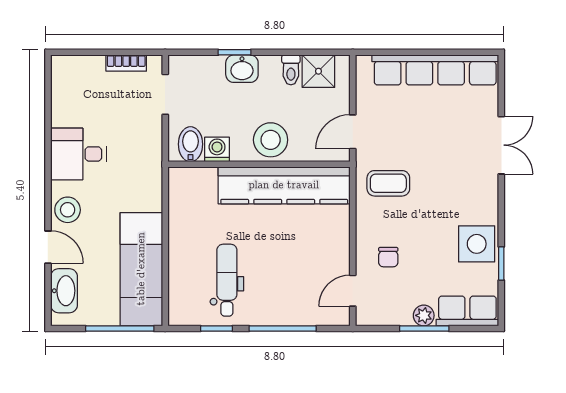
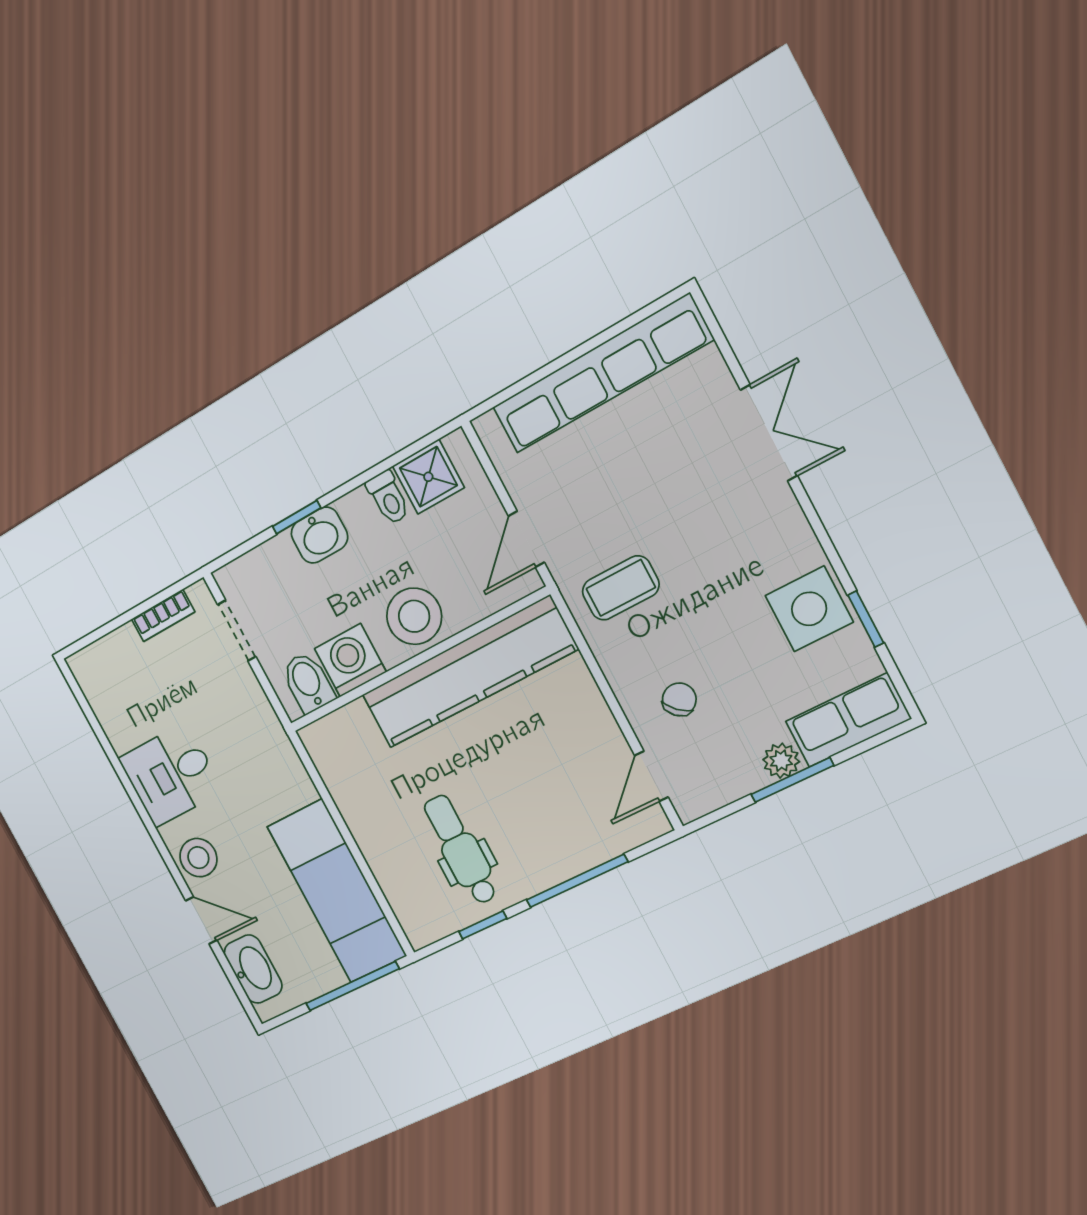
washing machine: (217, 149) -> (350, 660), width x1.38, depth x1.38
chair: (388, 257) -> (679, 699), turned -137

